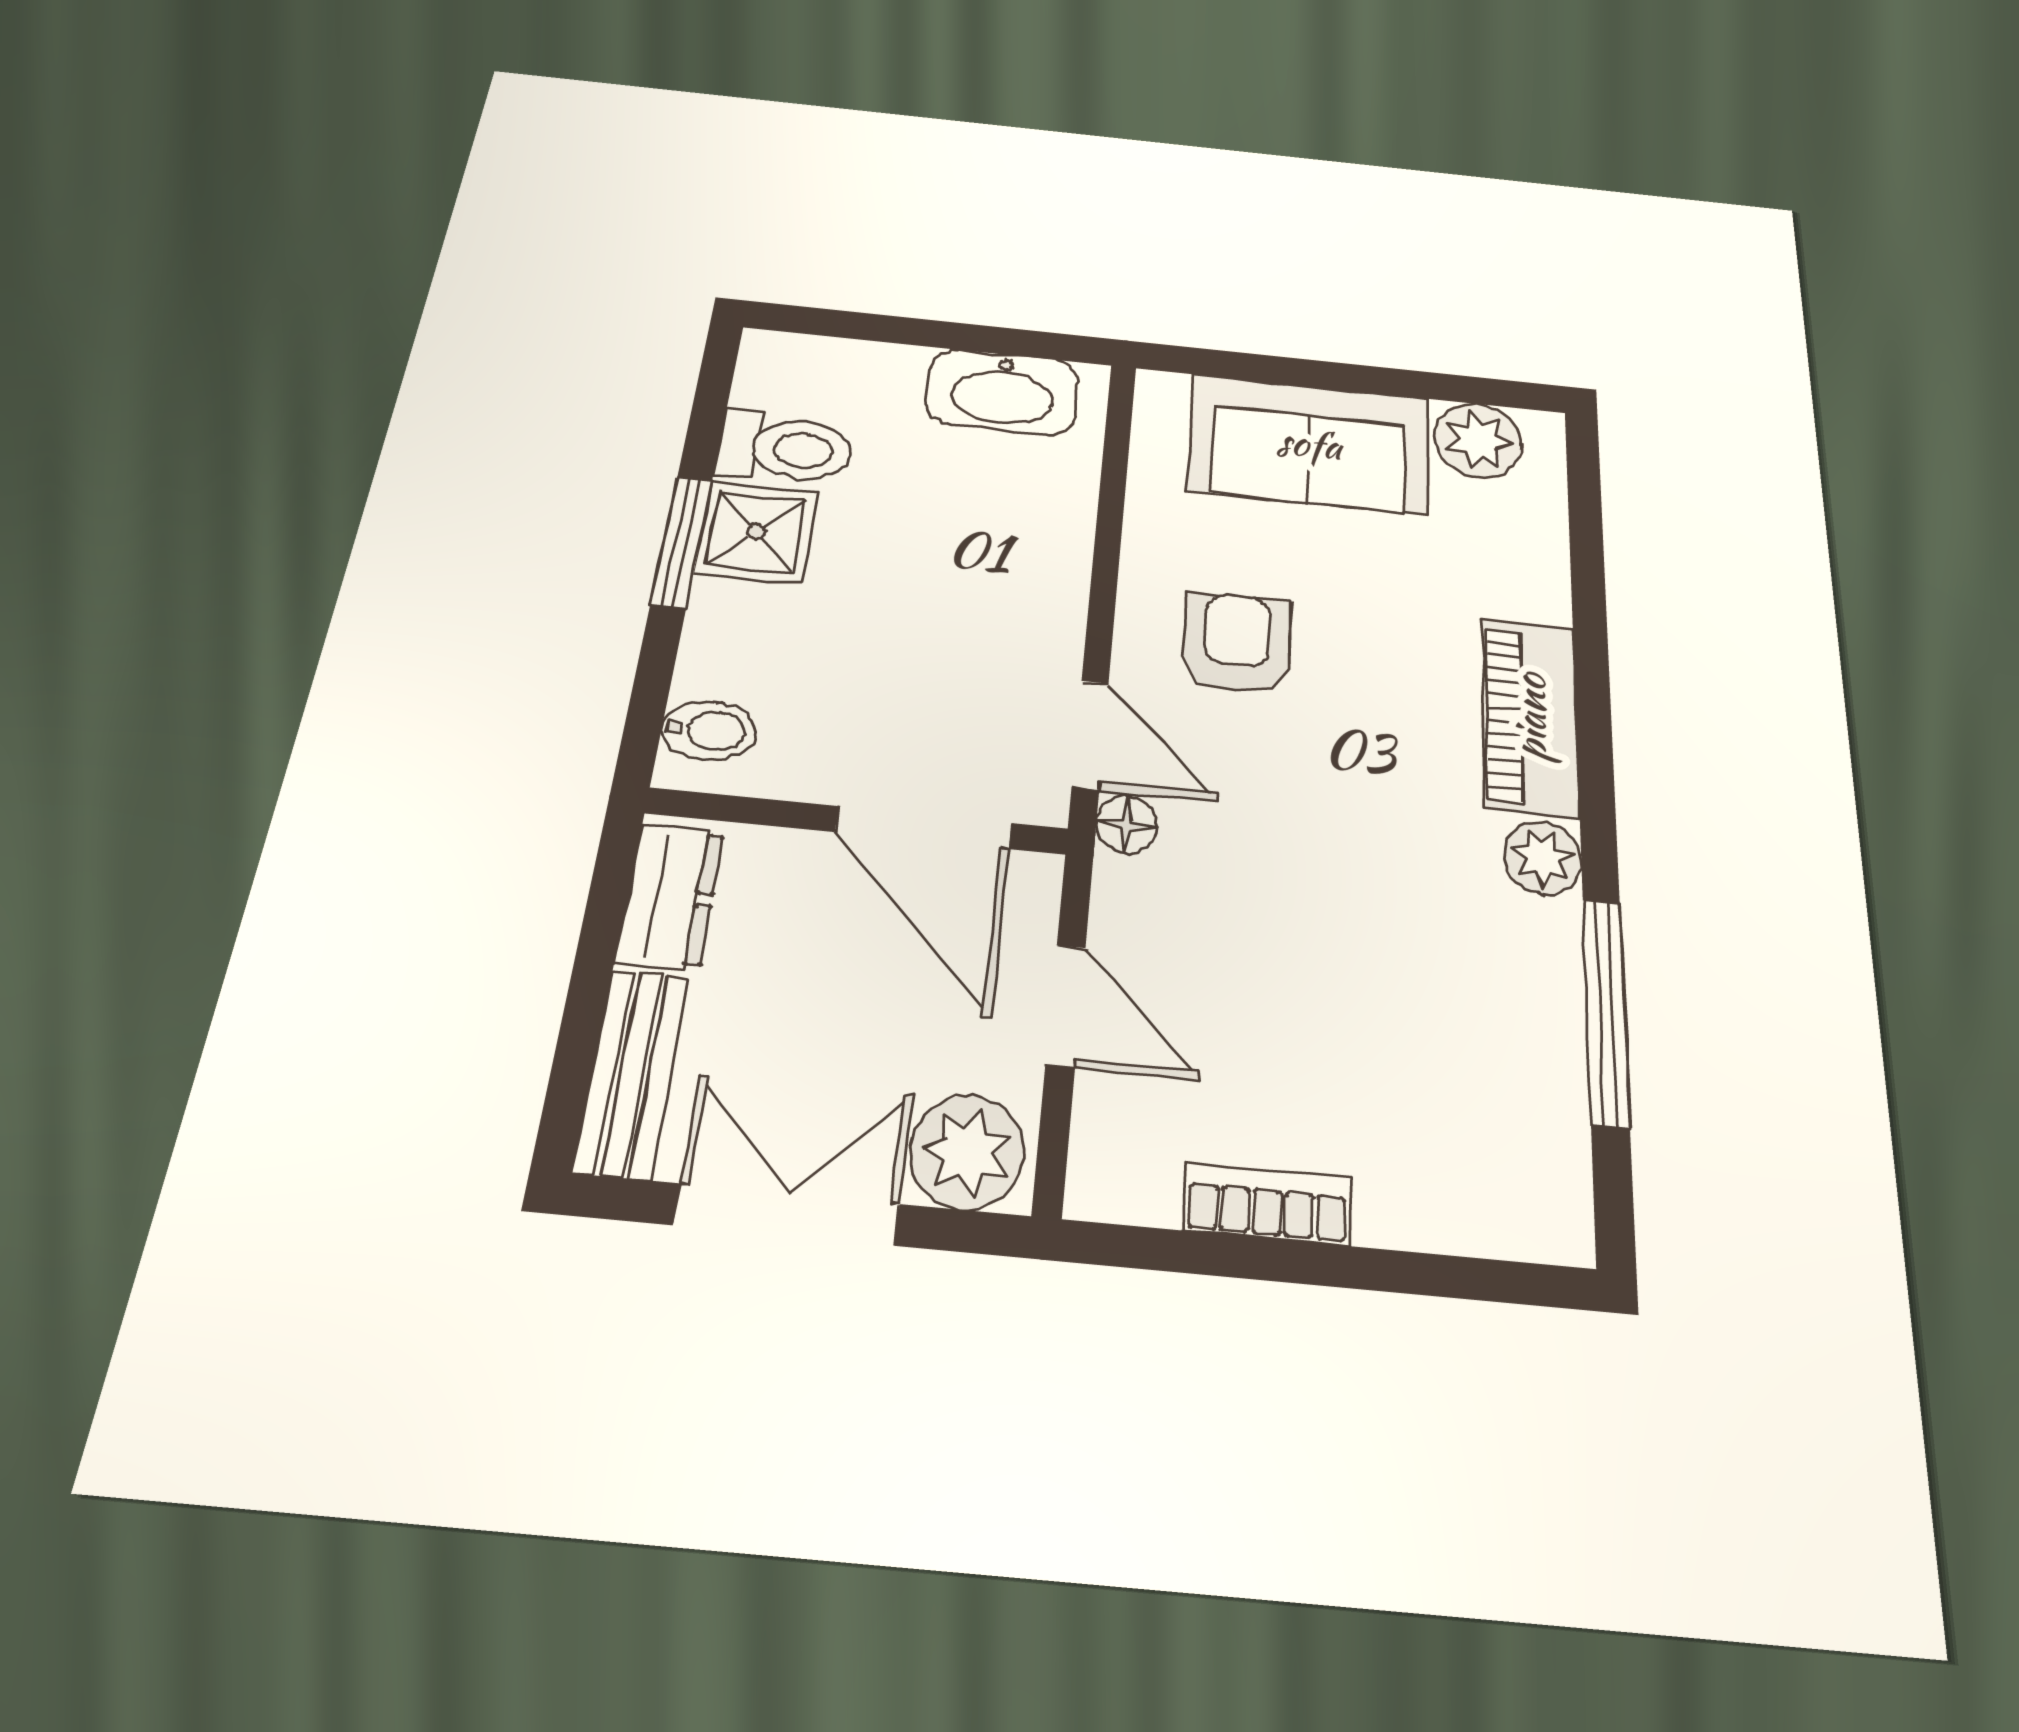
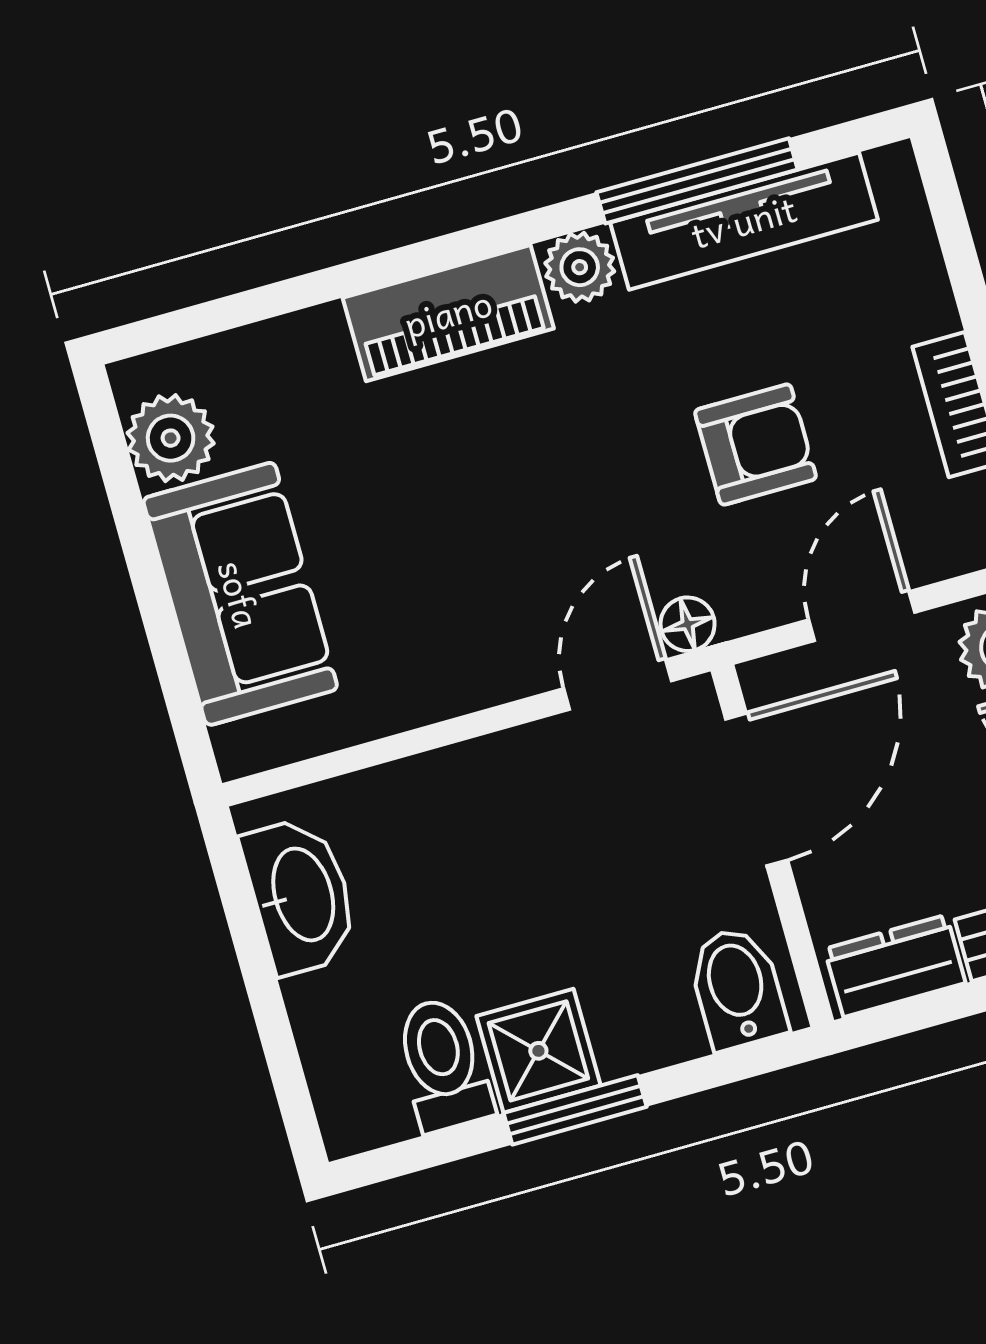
armchair: (1237, 644) -> (756, 445), moved, turned 180
bidet: (709, 731) -> (737, 988), width x1.38, depth x1.36
tv unit: (1548, 1045) -> (744, 221), added

